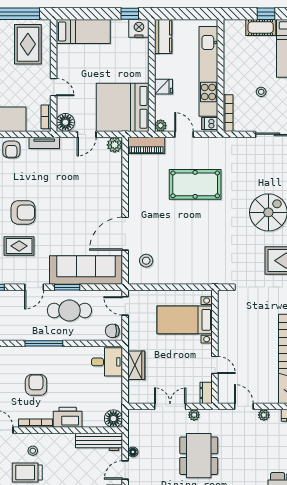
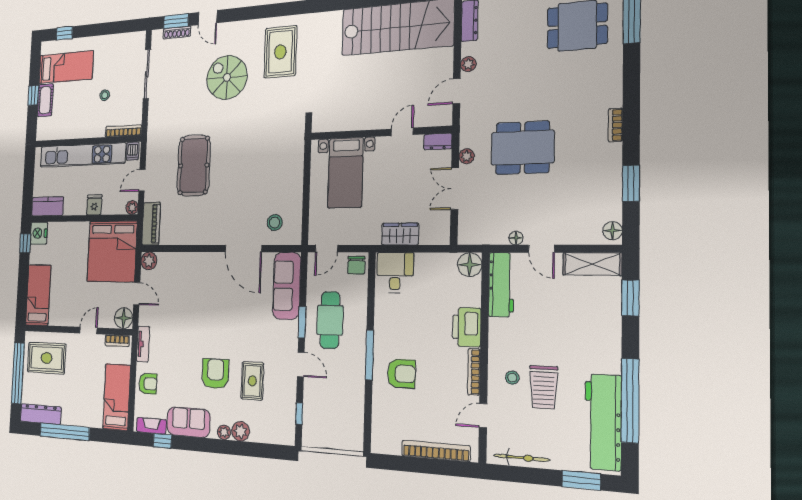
sofa: (86, 270) -> (287, 286), width x0.74, depth x0.79
armchair: (36, 385) -> (401, 374), moved, turned 180

